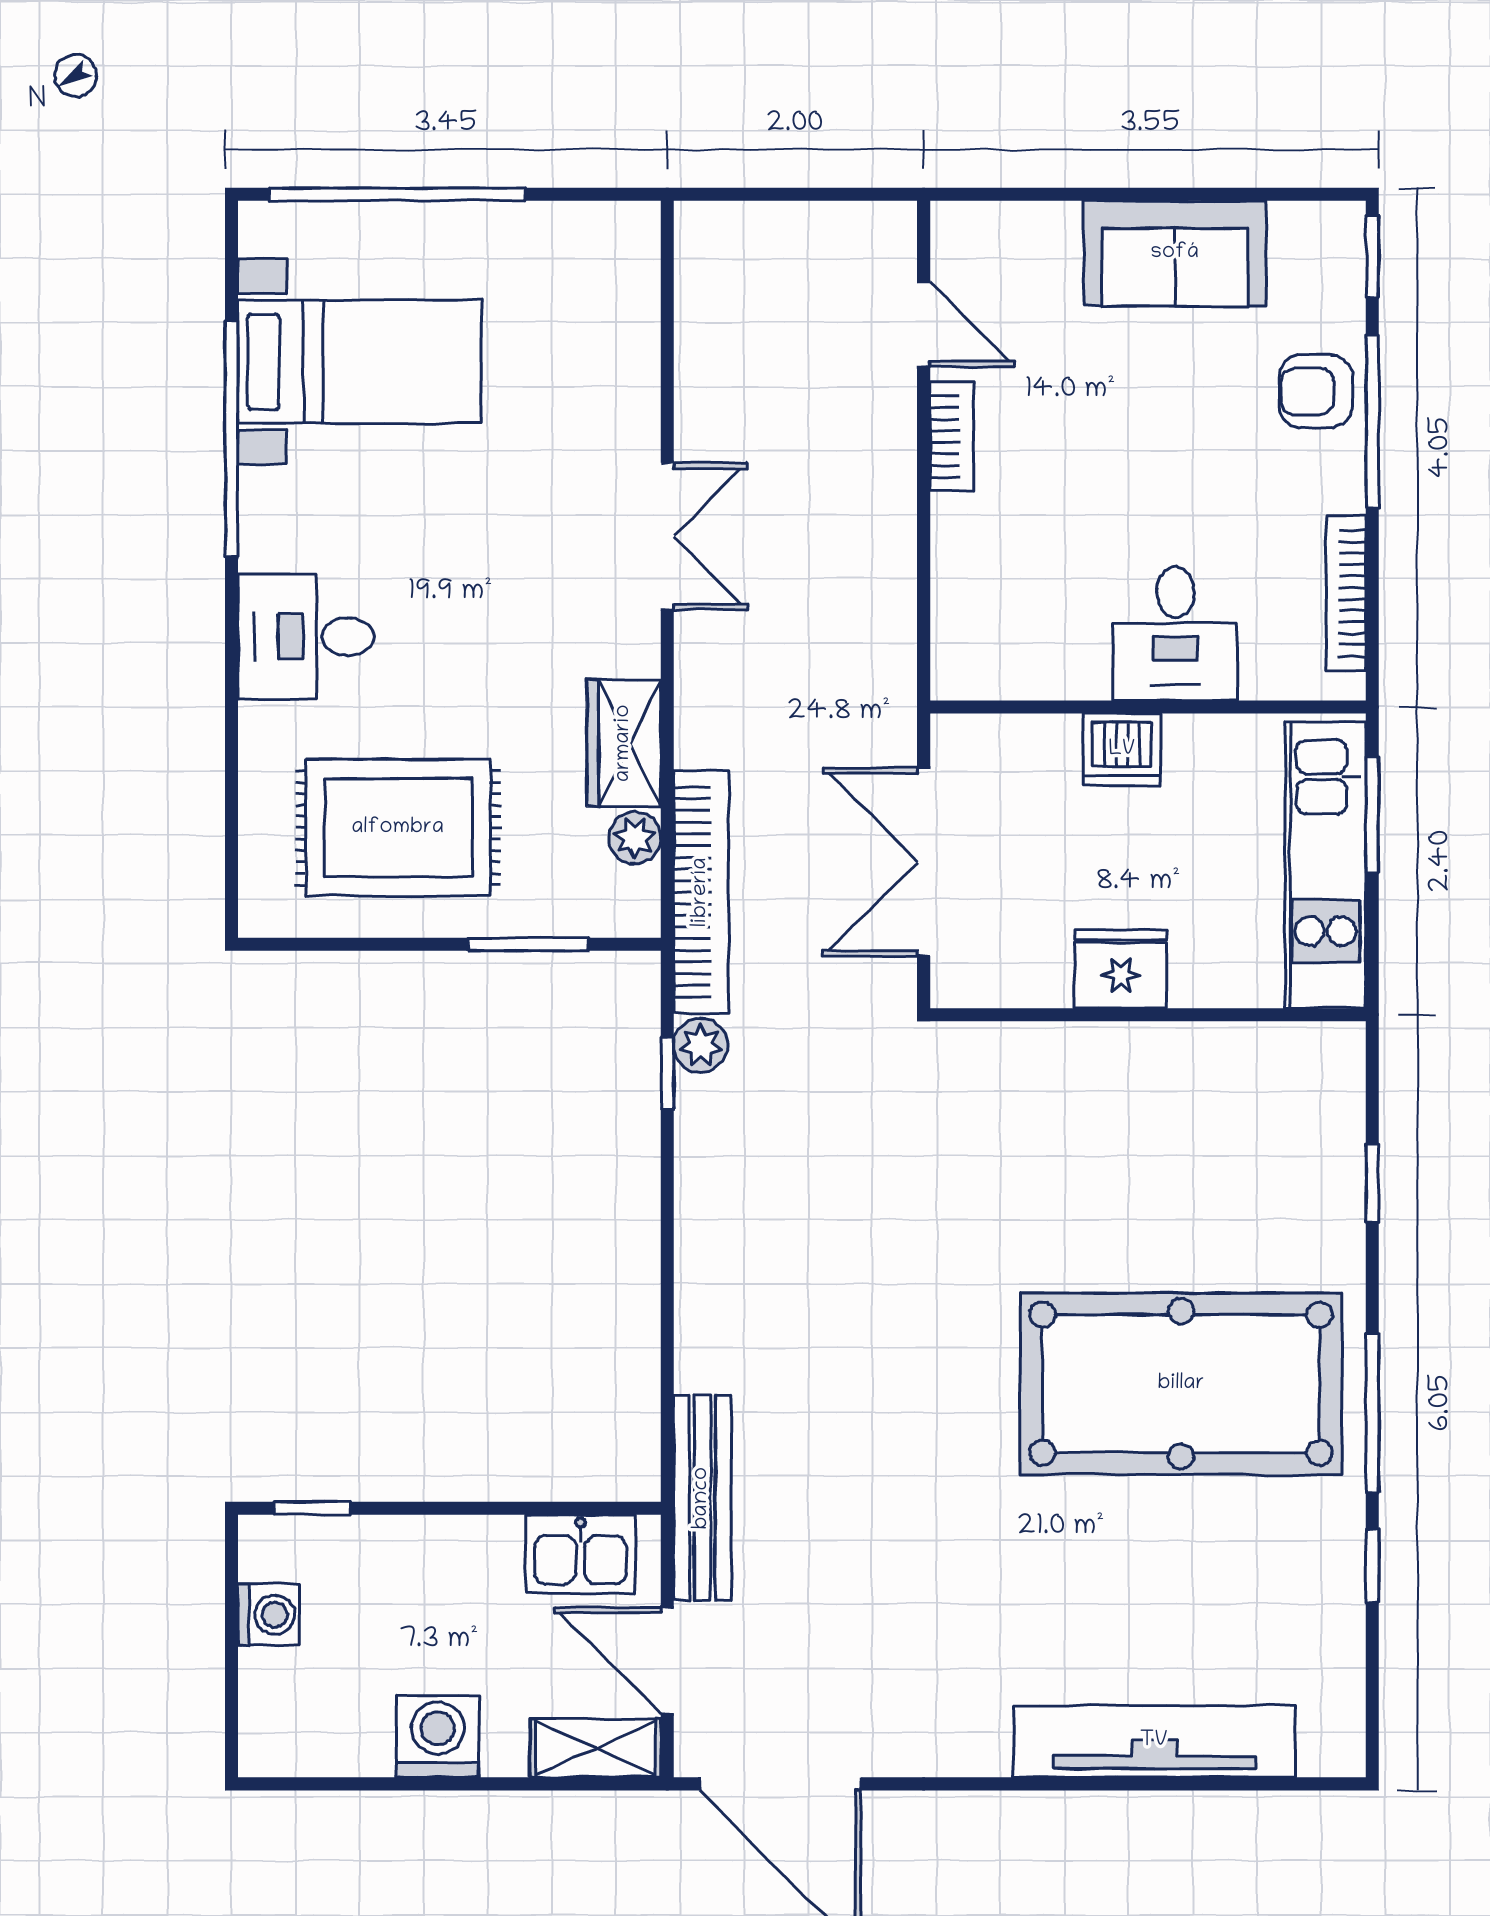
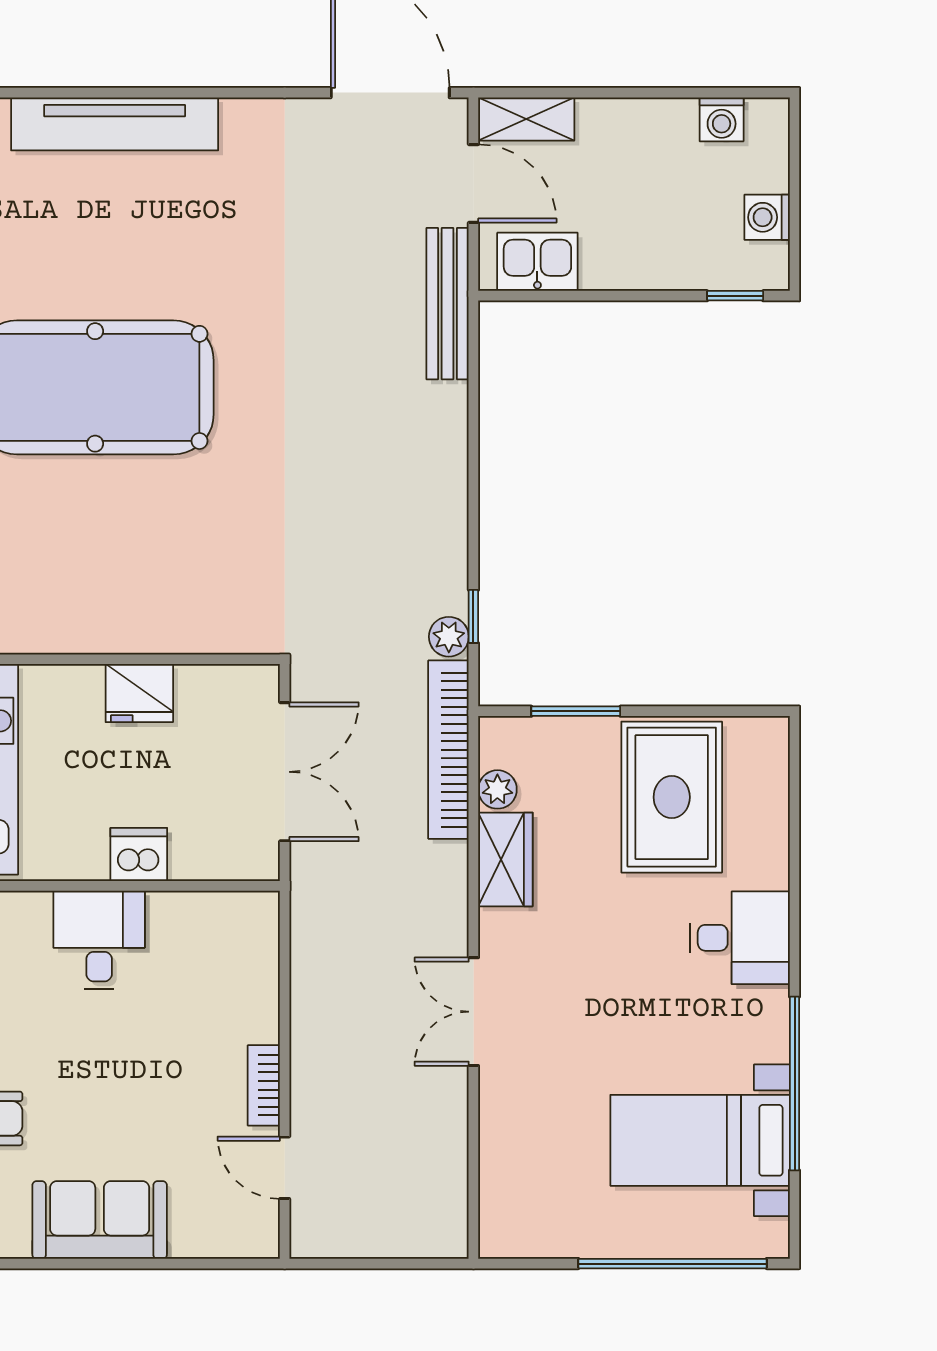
rug: (398, 828) -> (672, 797), turned 90
washing machine: (438, 1736) -> (722, 119), moved, width x0.73, depth x0.73

